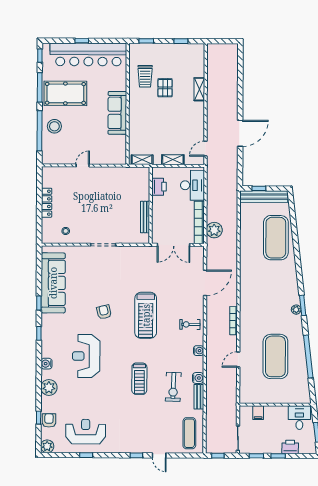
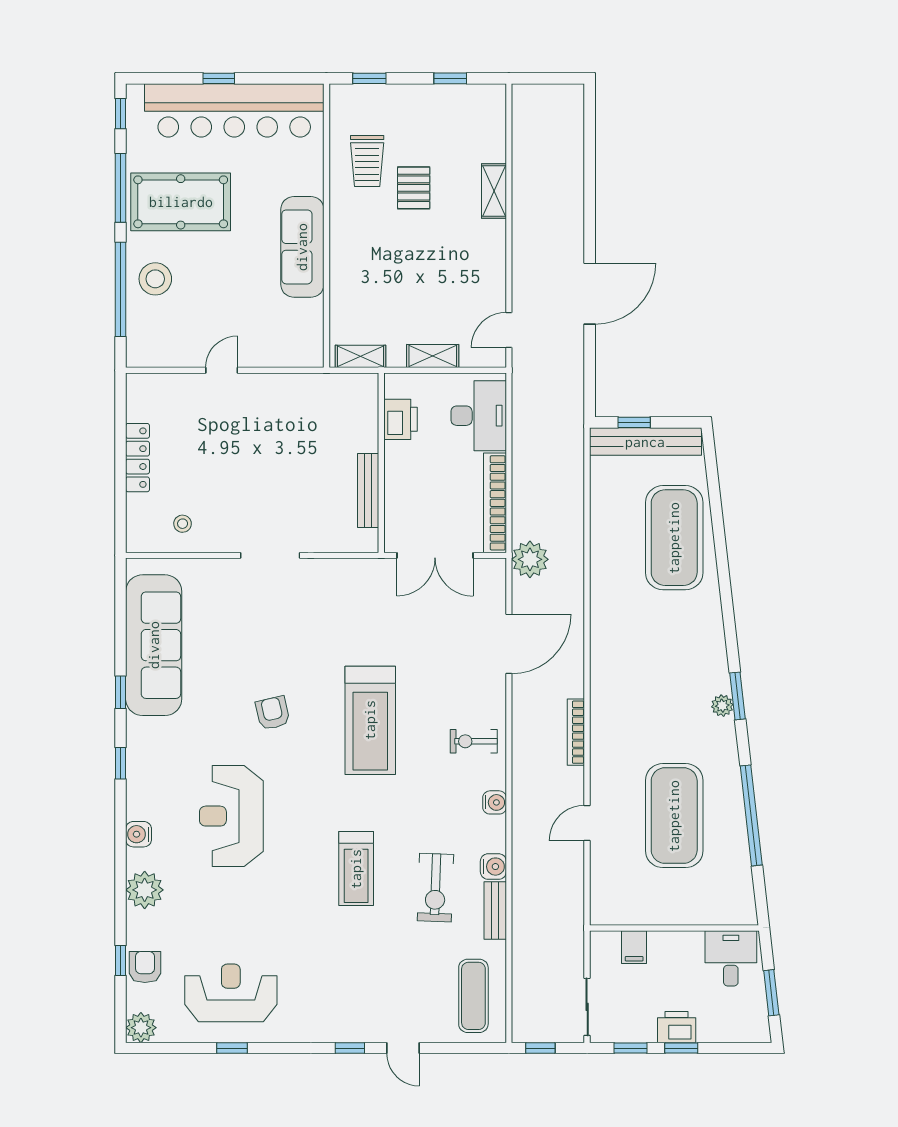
plant: (214, 230) -> (530, 559), moved
printer: (290, 447) -> (677, 1027), moved

